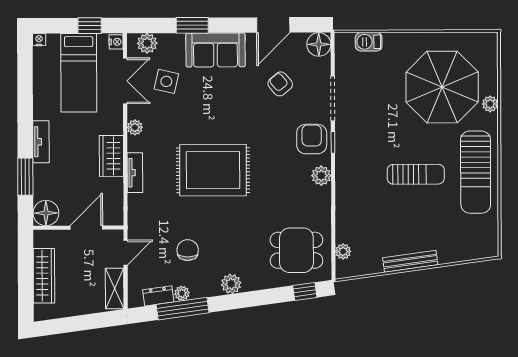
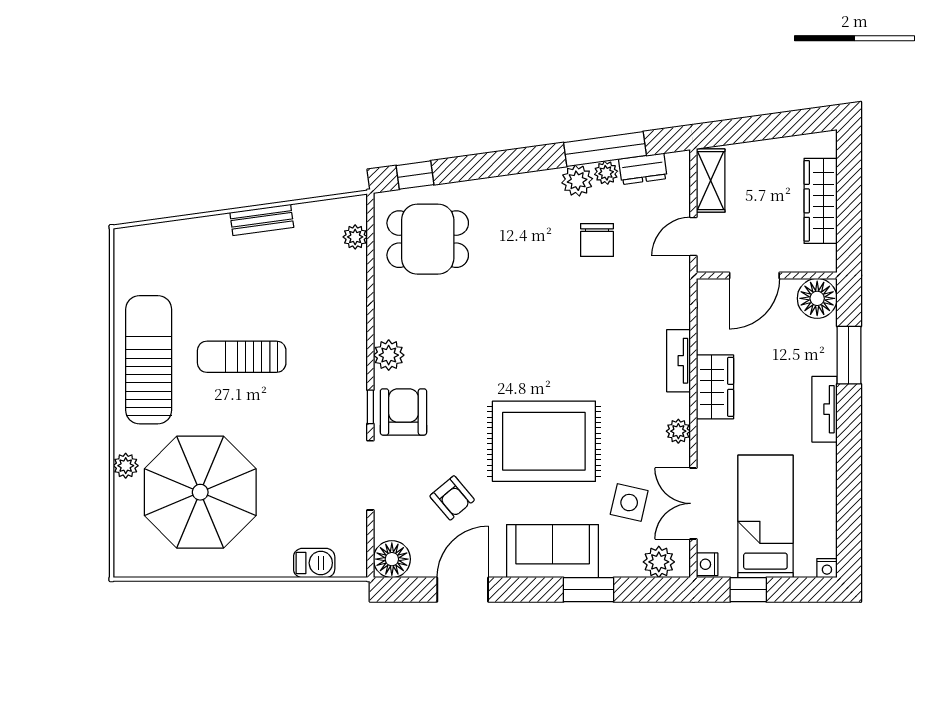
armchair: (312, 139) -> (403, 412), turned 180
rug: (213, 170) -> (544, 441), moved
bench: (410, 261) -> (262, 220), width x0.73
plant: (231, 284) -> (577, 181), moved

